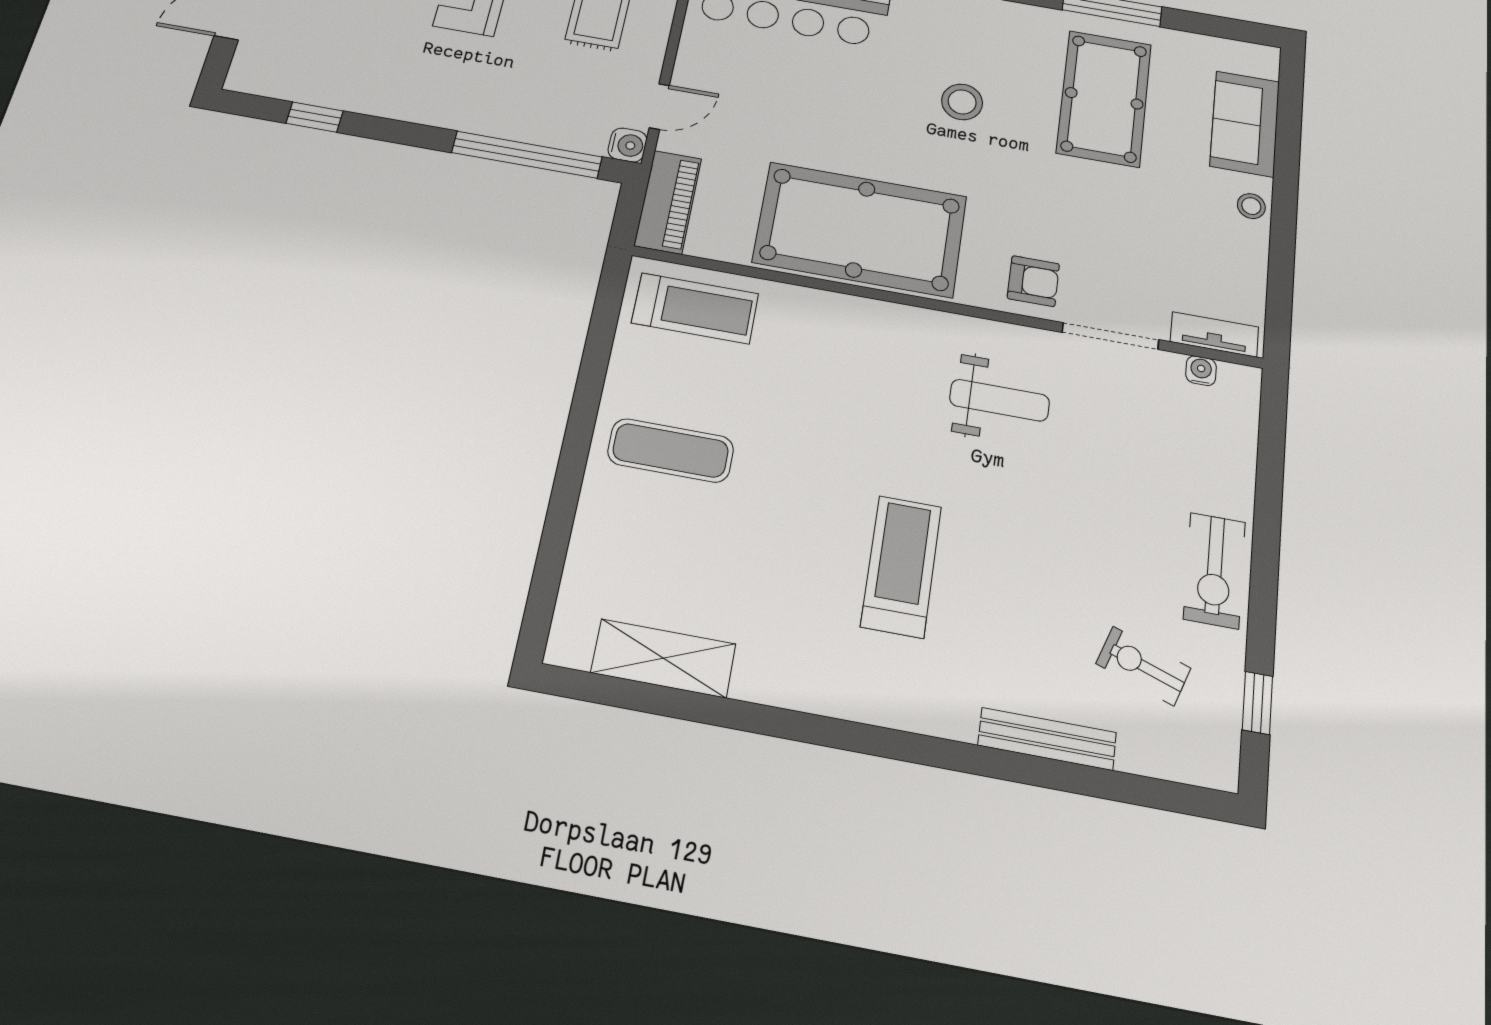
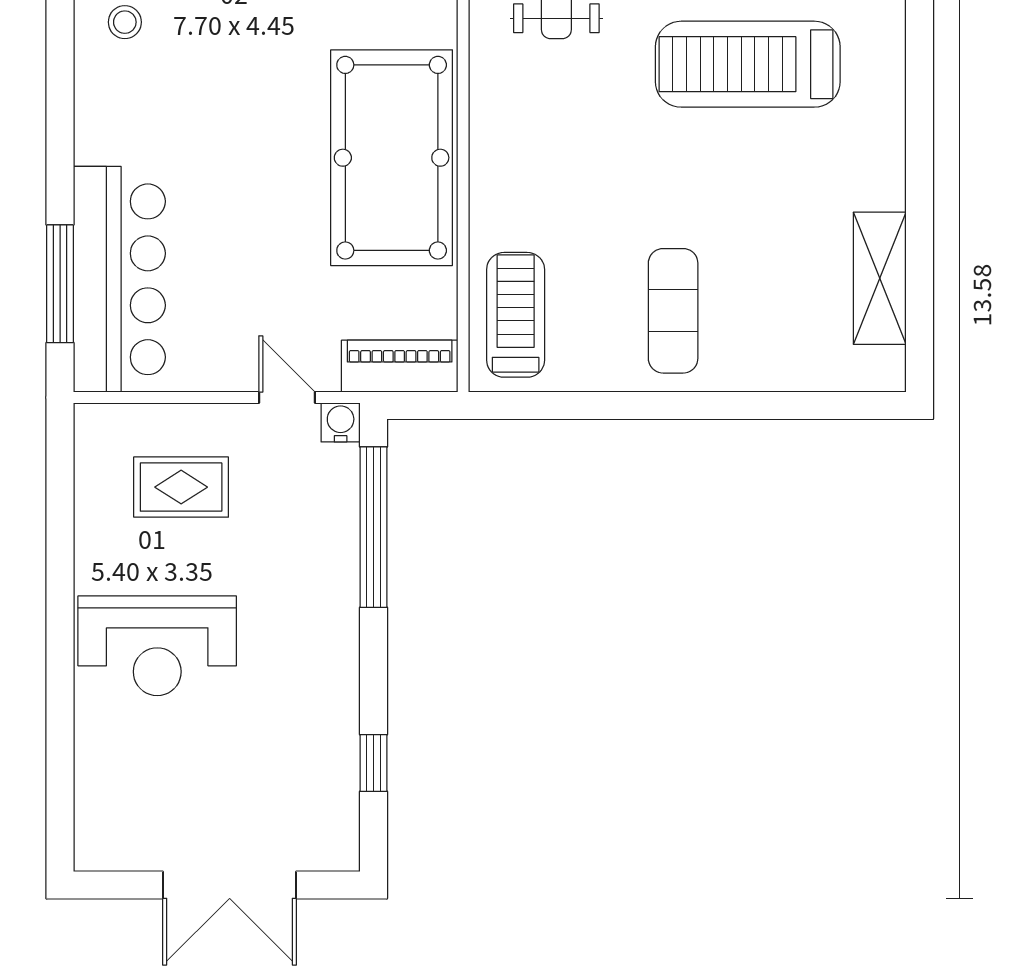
stool: (962, 102) -> (125, 22), moved, width x0.73, depth x0.73
treadmill: (901, 566) -> (748, 64), width x1.37, depth x1.38

